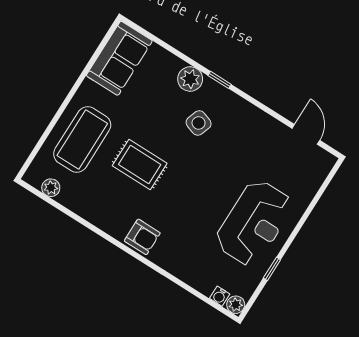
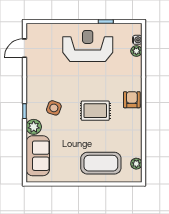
sofa: (119, 58) -> (38, 156), moved, turned 90
rug: (140, 165) -> (95, 111), moved, turned 90
plant: (236, 305) -> (136, 51), moved

